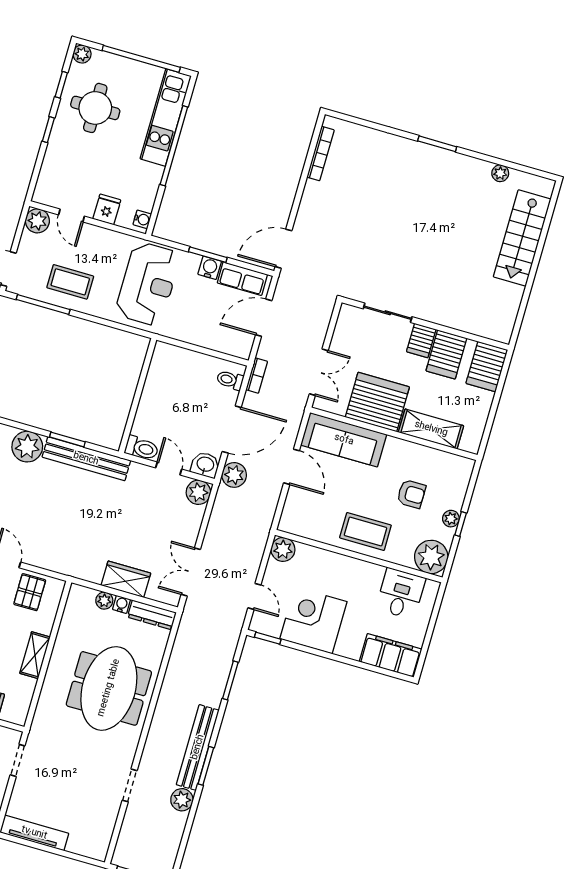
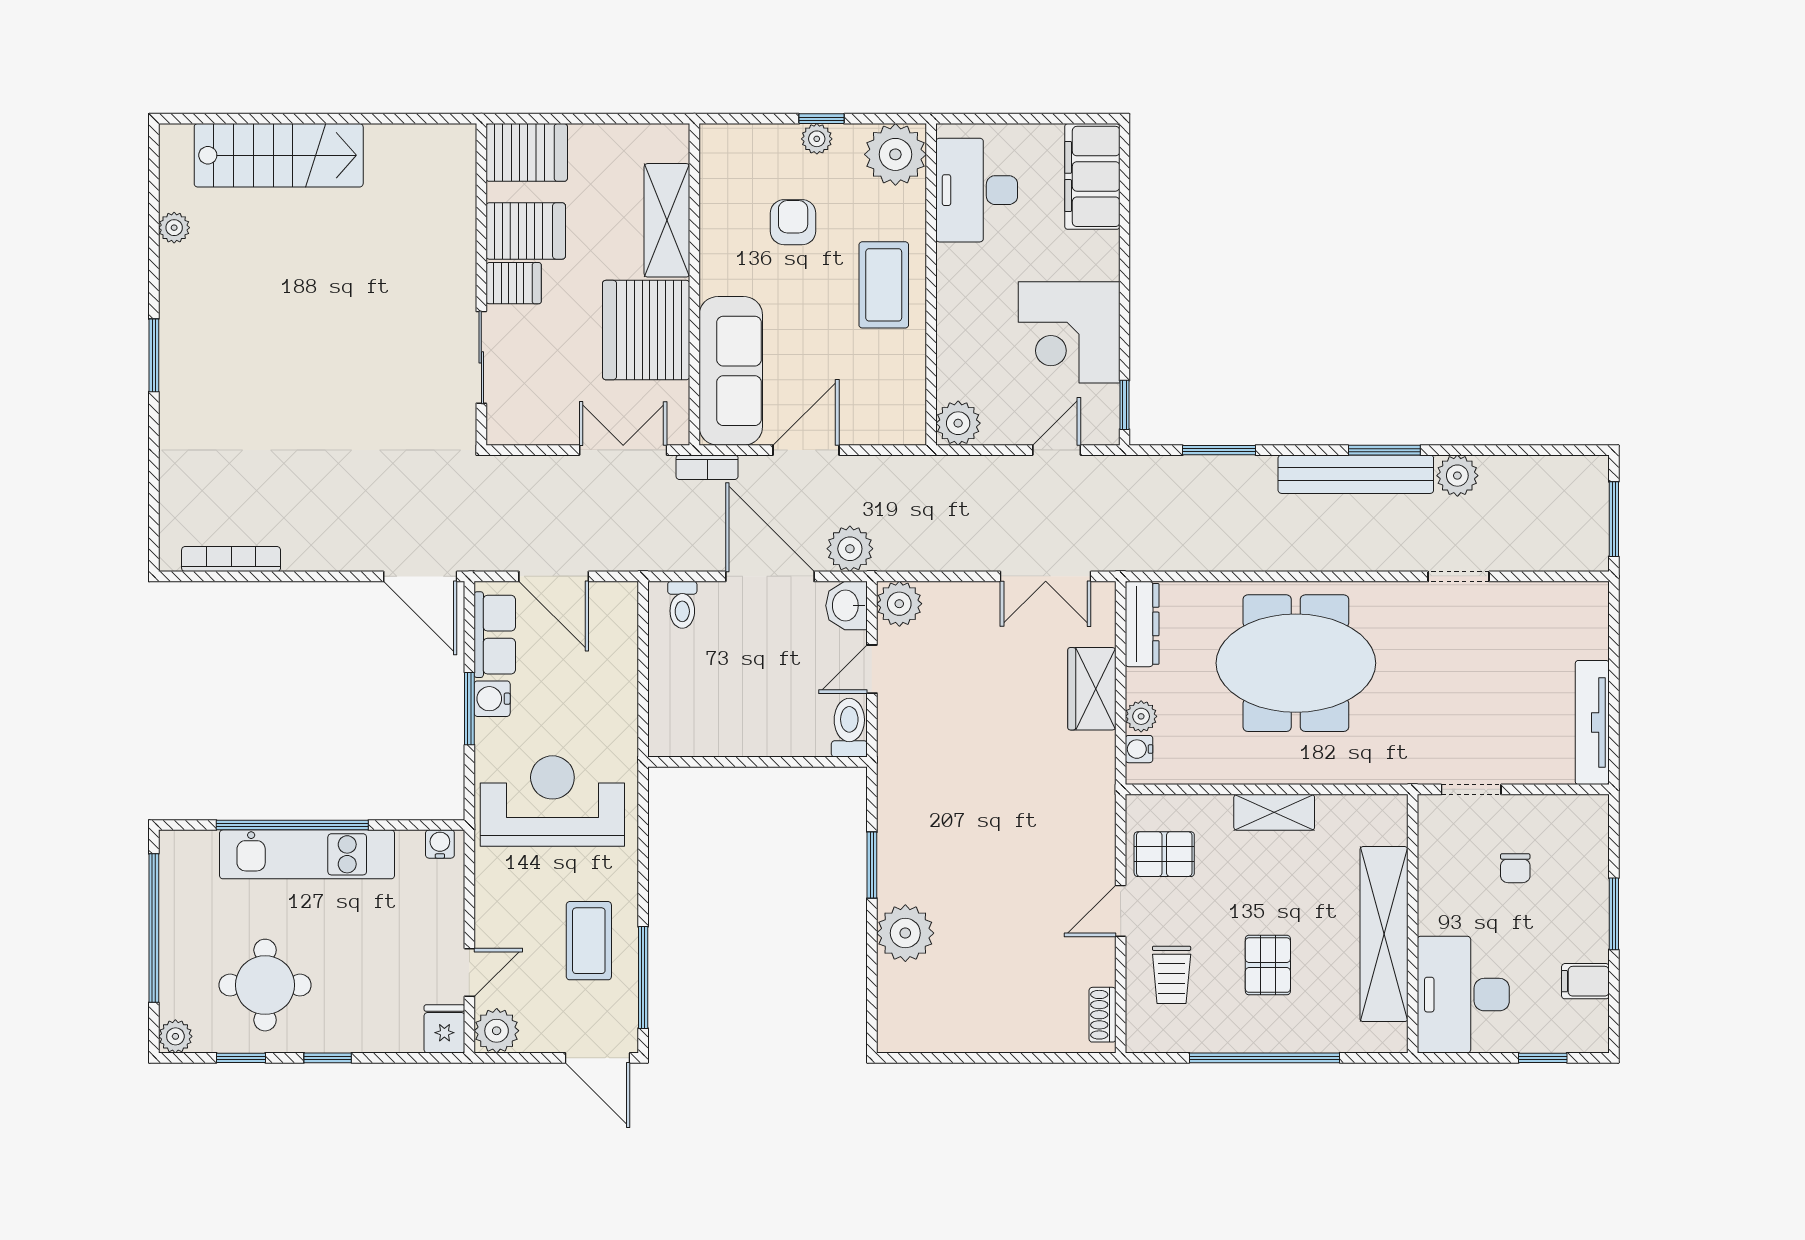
kitchen unit: (166, 117) -> (307, 854), moved
fridge: (107, 209) -> (444, 1029), moved, turned 90
bookcase: (257, 376) -> (707, 467), moved, turned 180
bench: (86, 459) -> (897, 821), removed
desk: (401, 594) -> (977, 190), width x1.37
water cooler: (122, 604) -> (1139, 749), moved

